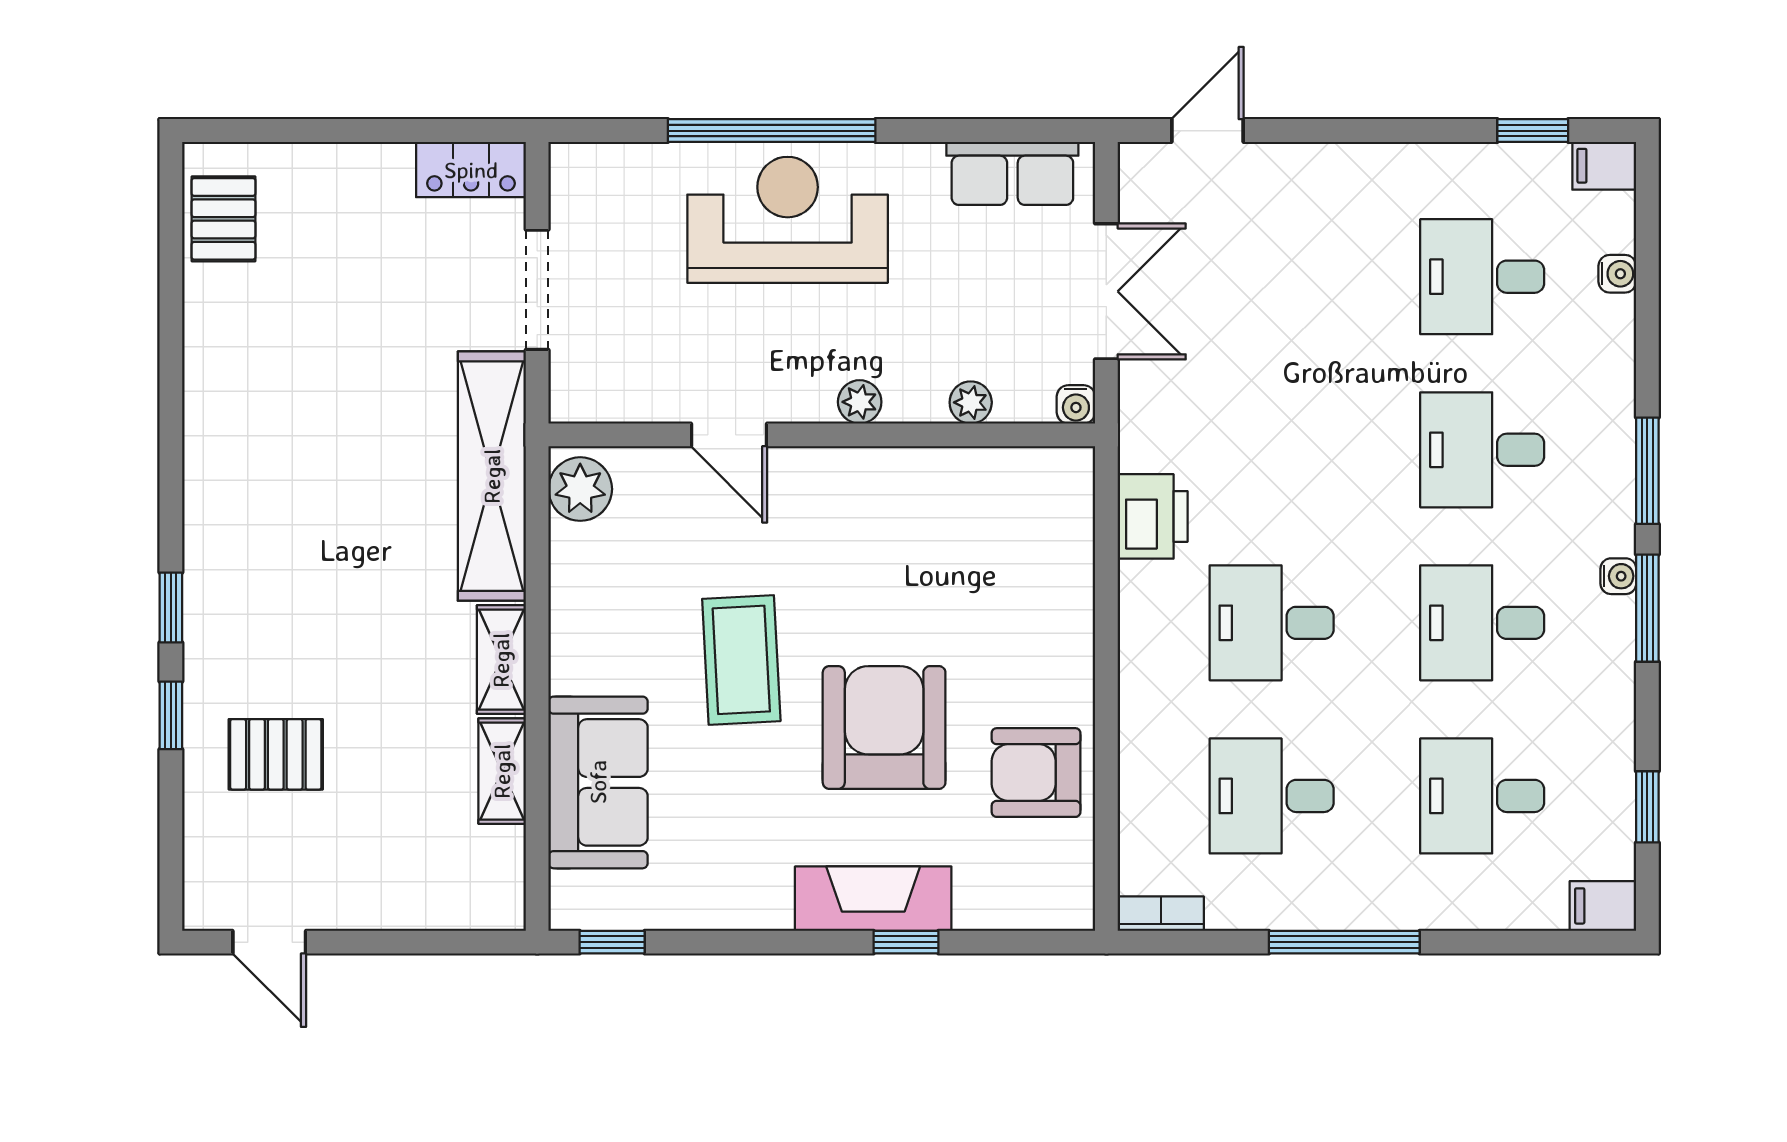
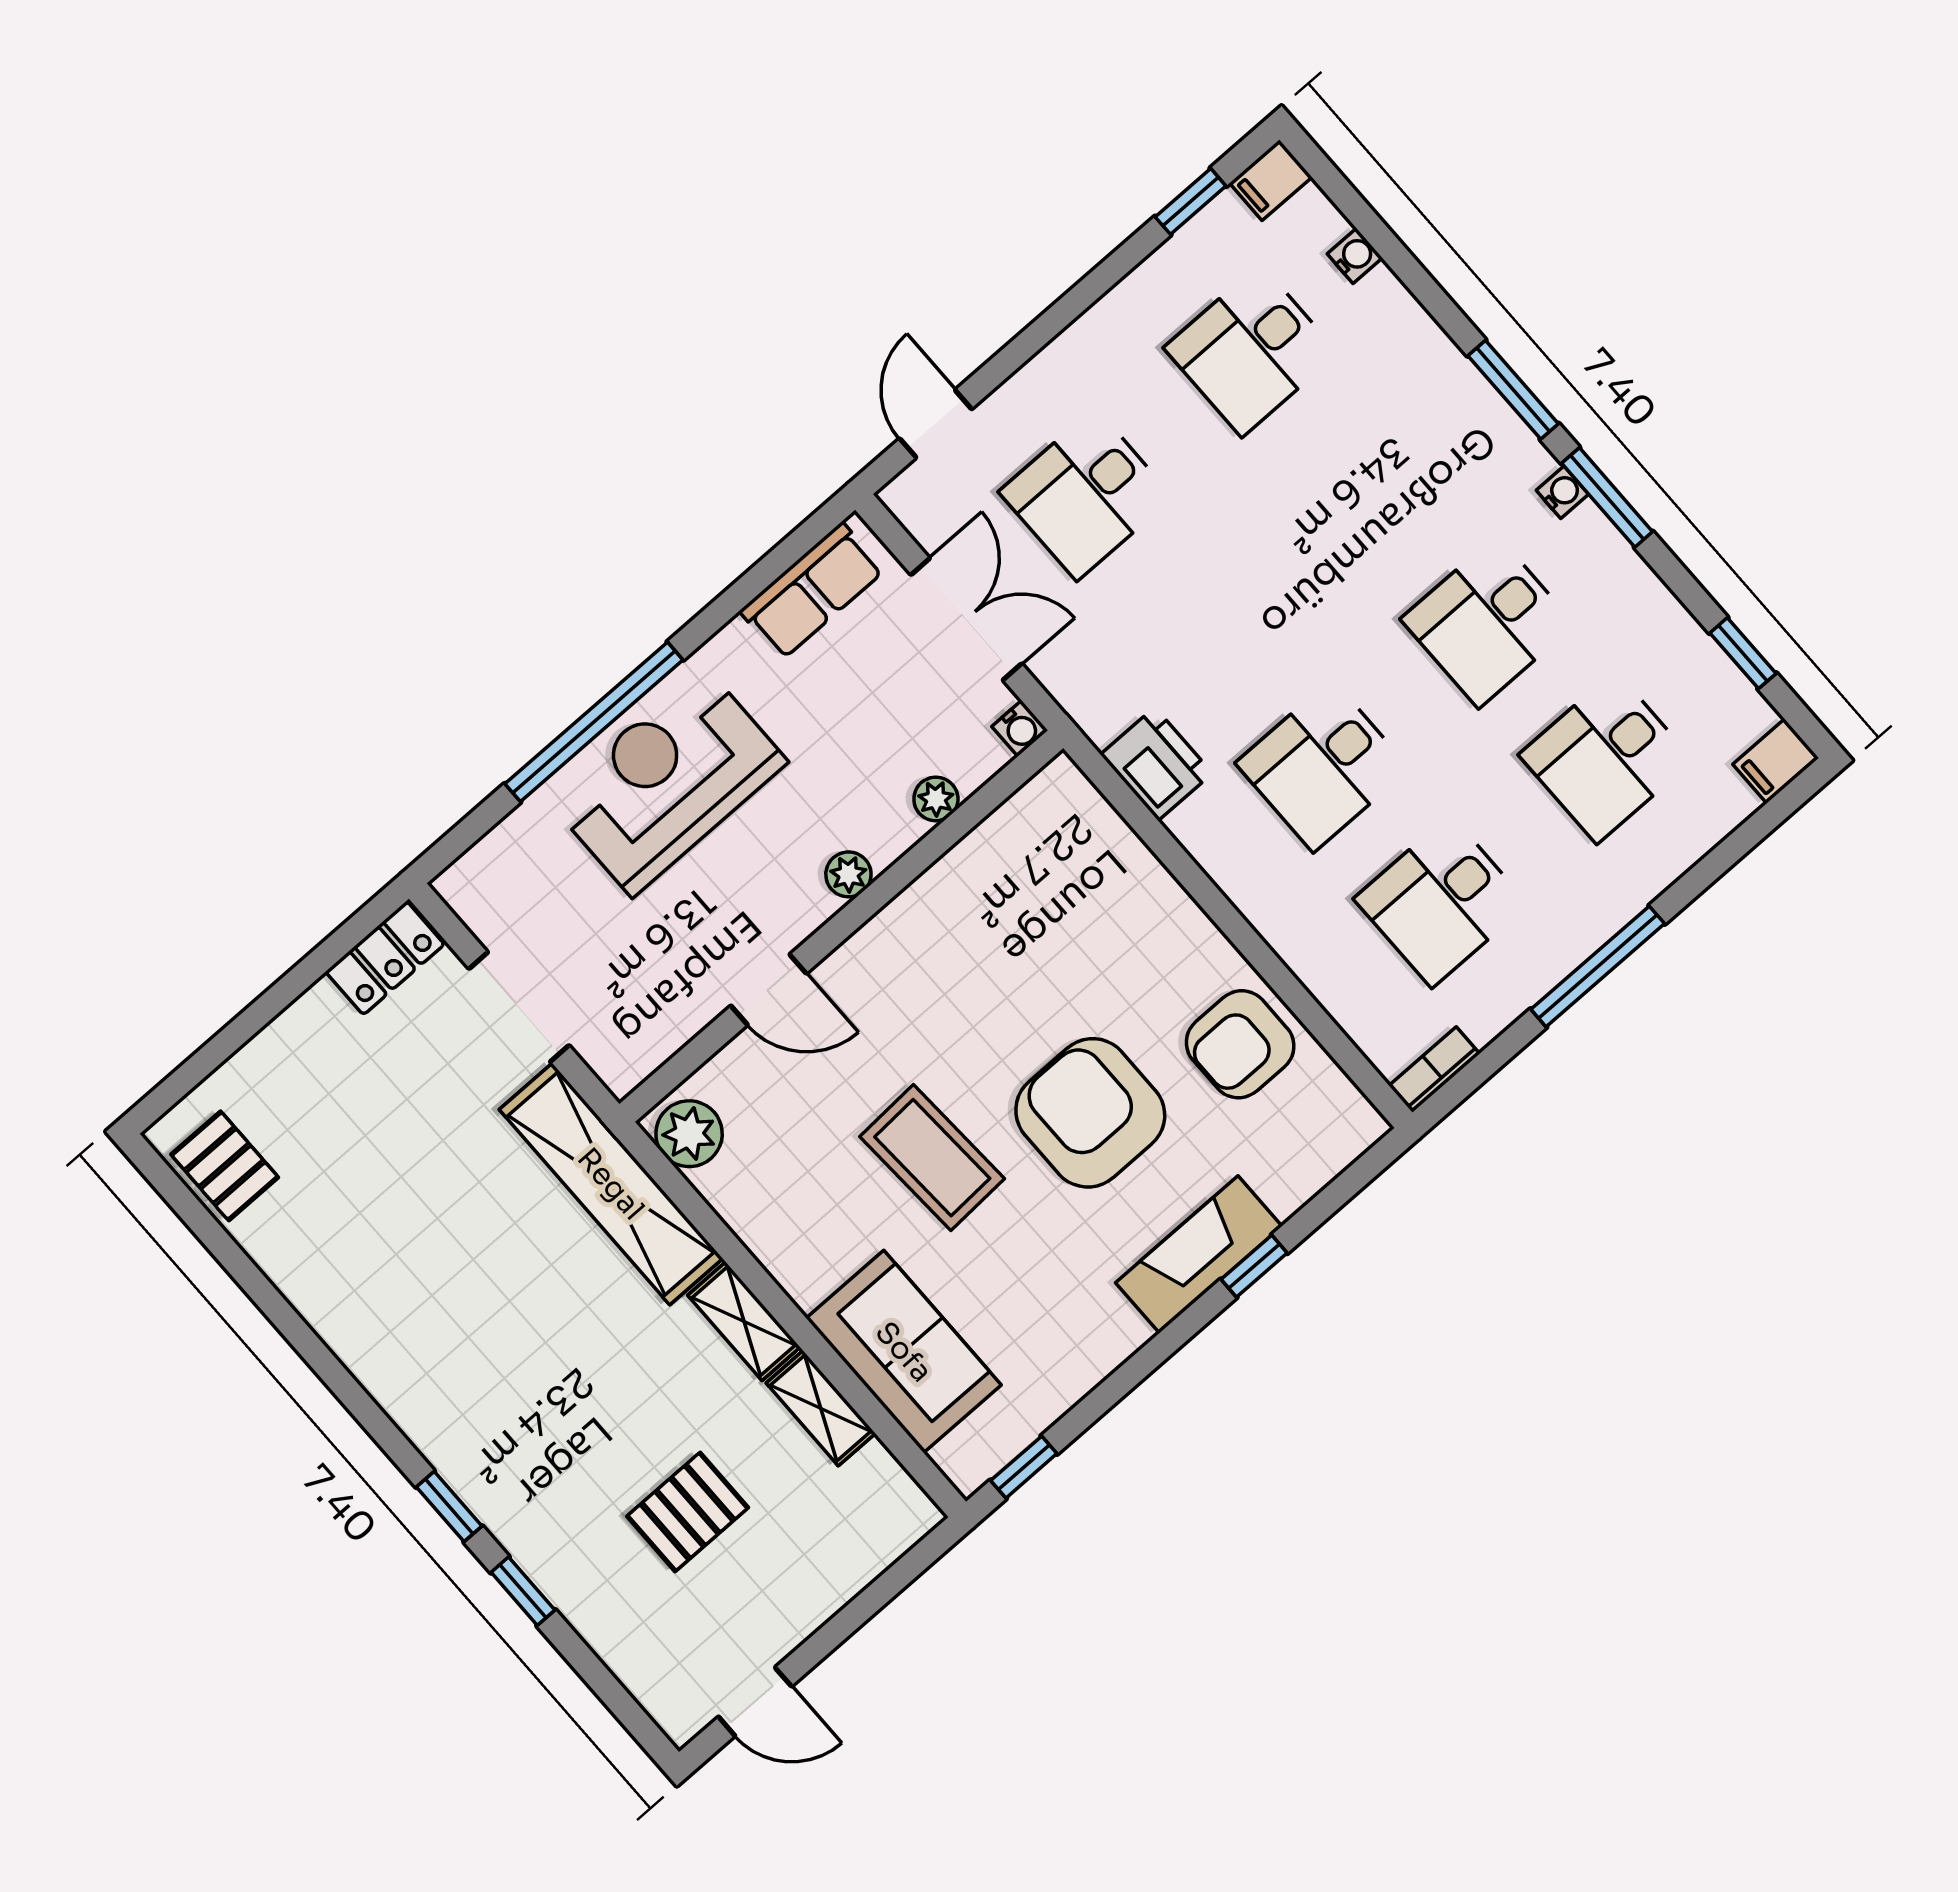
desk: (1482, 450) -> (1086, 495), moved
pallet: (276, 754) -> (688, 1512), moved

